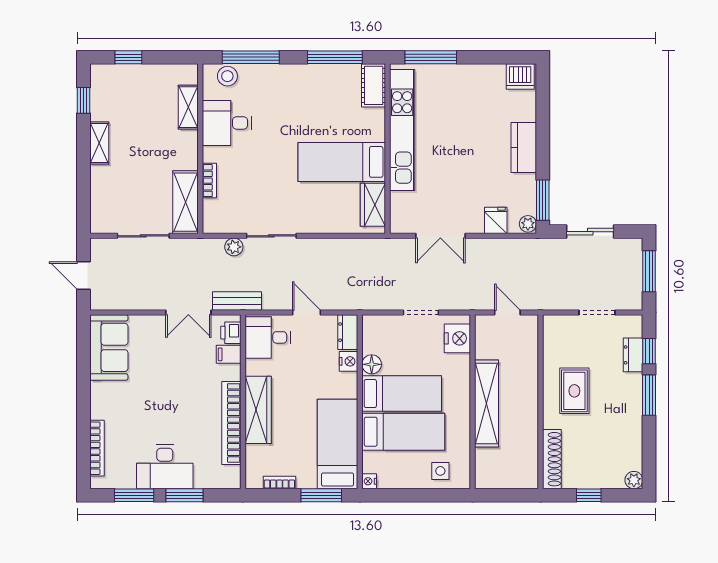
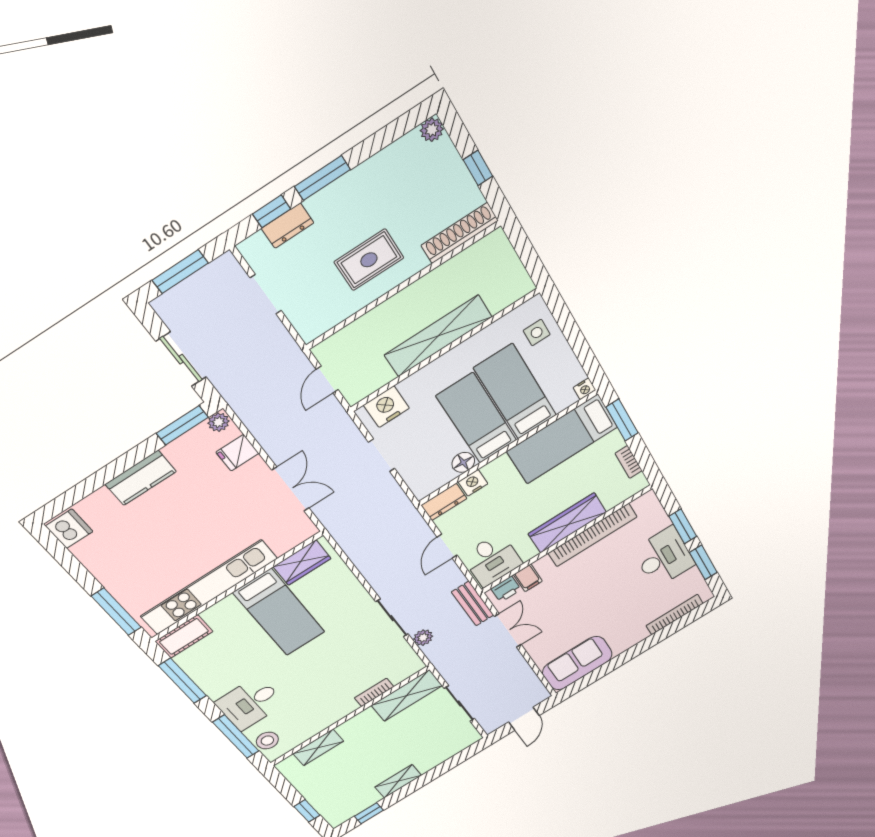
desk: (227, 123) -> (250, 703), moved, turned 90

